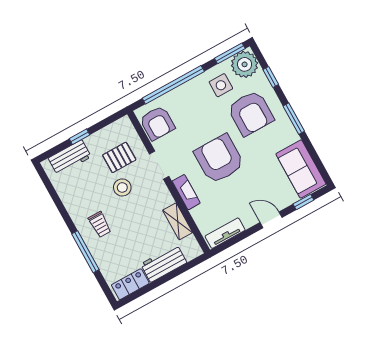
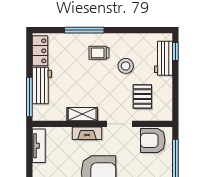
window: (80, 137) -> (175, 52), moved
stool: (122, 187) -> (126, 66), moved
shelving: (178, 221) -> (82, 114), moved
window: (182, 269) -> (29, 97), added

